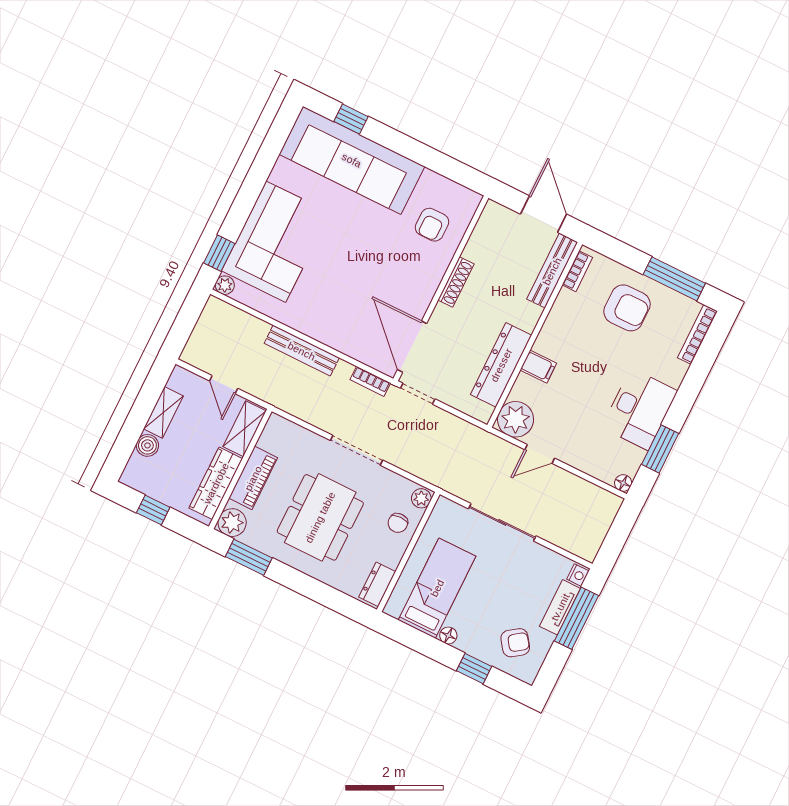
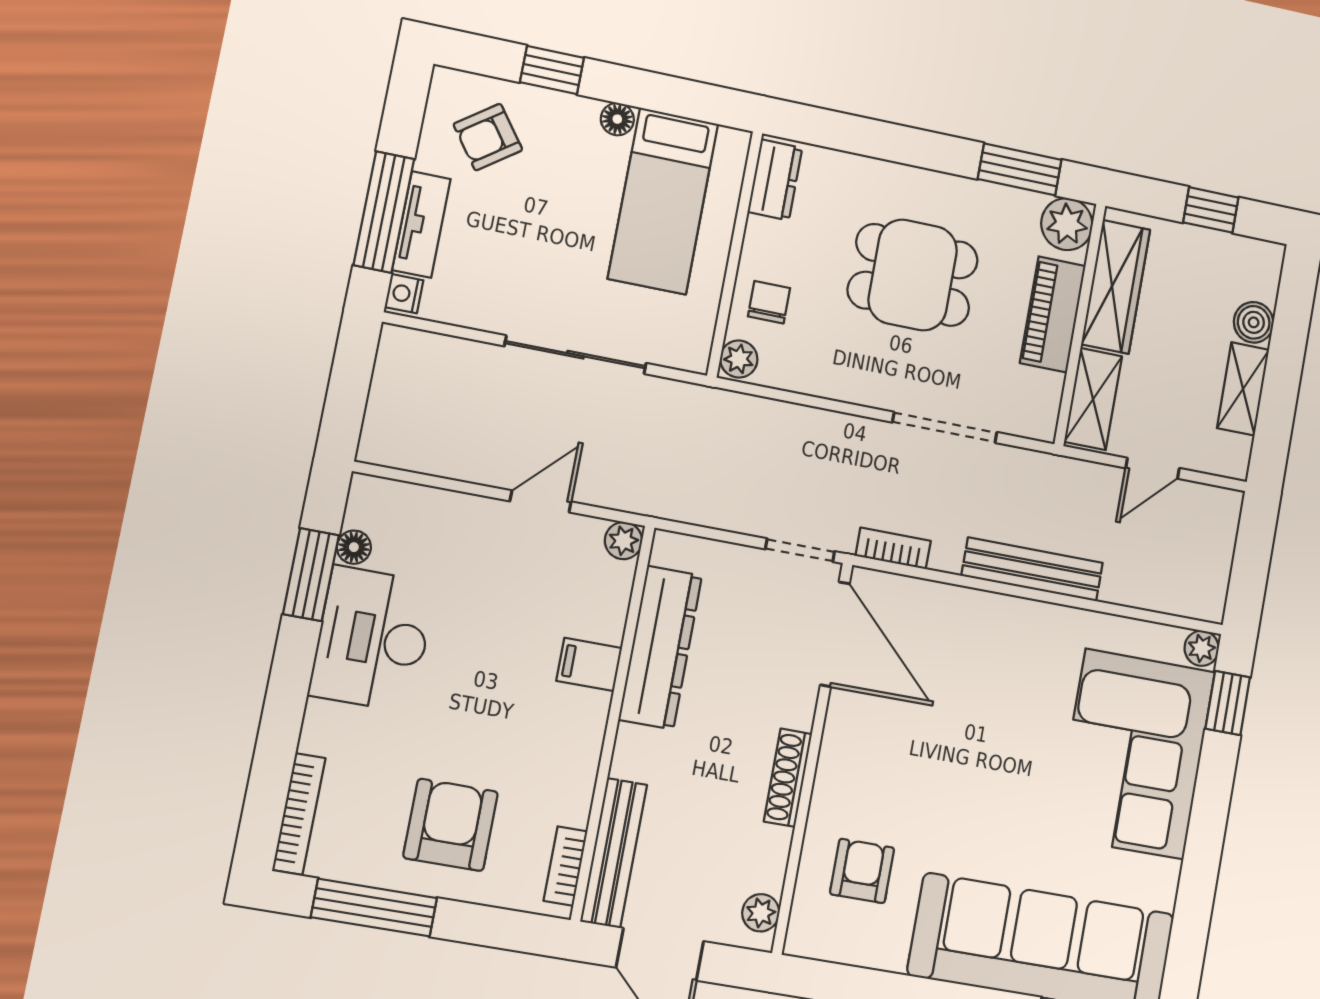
plant: (488, 219) -> (761, 913), added
armchair: (627, 308) -> (451, 825), turned 90
door: (224, 385) -> (1153, 468), swing flipped
plant: (516, 419) -> (623, 541), width x0.53, depth x0.53
doorway: (356, 450) -> (945, 427), moved
floor lamp: (623, 483) -> (354, 547), moved
dining table: (320, 517) -> (913, 275), width x0.73

